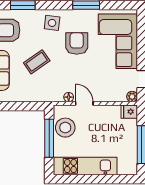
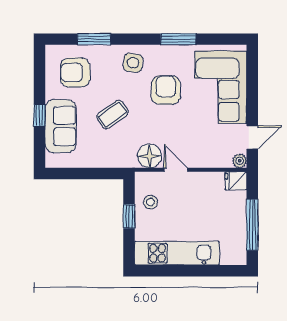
floor lamp: (69, 97) -> (149, 156), width x1.89, depth x1.89
stool: (65, 128) -> (151, 202), width x0.53, depth x0.53
window: (49, 138) -> (129, 216), width x0.46

